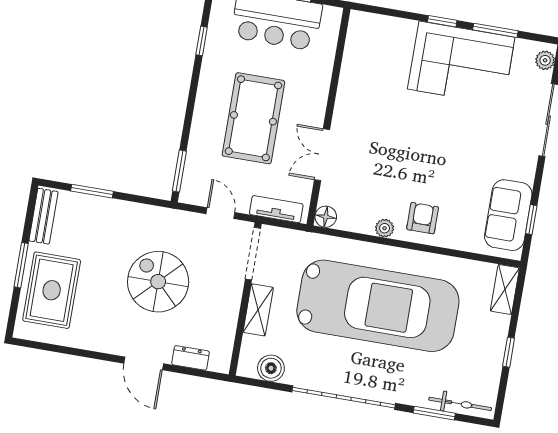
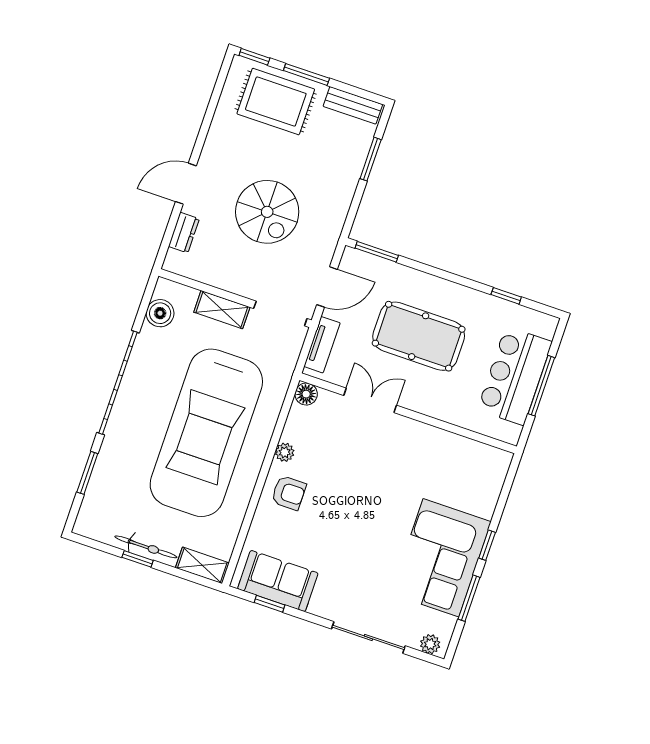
door: (220, 213) -> (327, 287), width x1.38
spiral stairs: (158, 282) -> (267, 212), turned 90
window: (12, 317) -> (254, 57), added
bicycle: (460, 404) -> (146, 547), moved, turned -90

